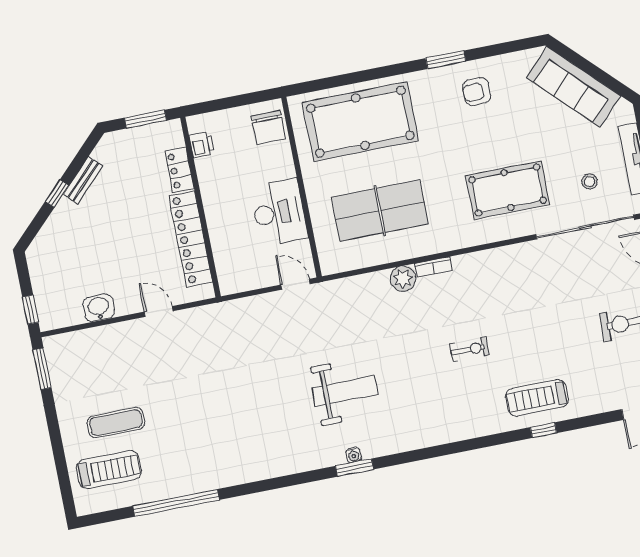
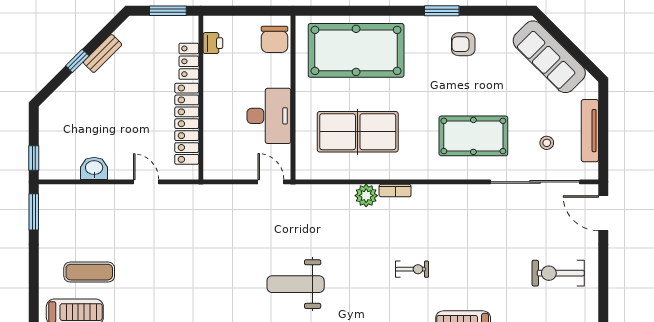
weight bench: (345, 391) -> (296, 284), turned 180

